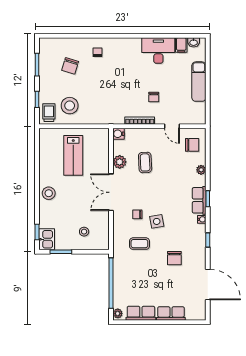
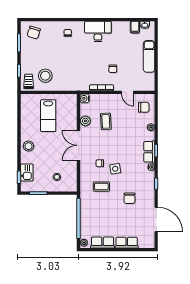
desk: (158, 51) -> (98, 32), moved
chair: (70, 66) -> (34, 33), moved
kitchen sink: (47, 239) -> (27, 172), moved

